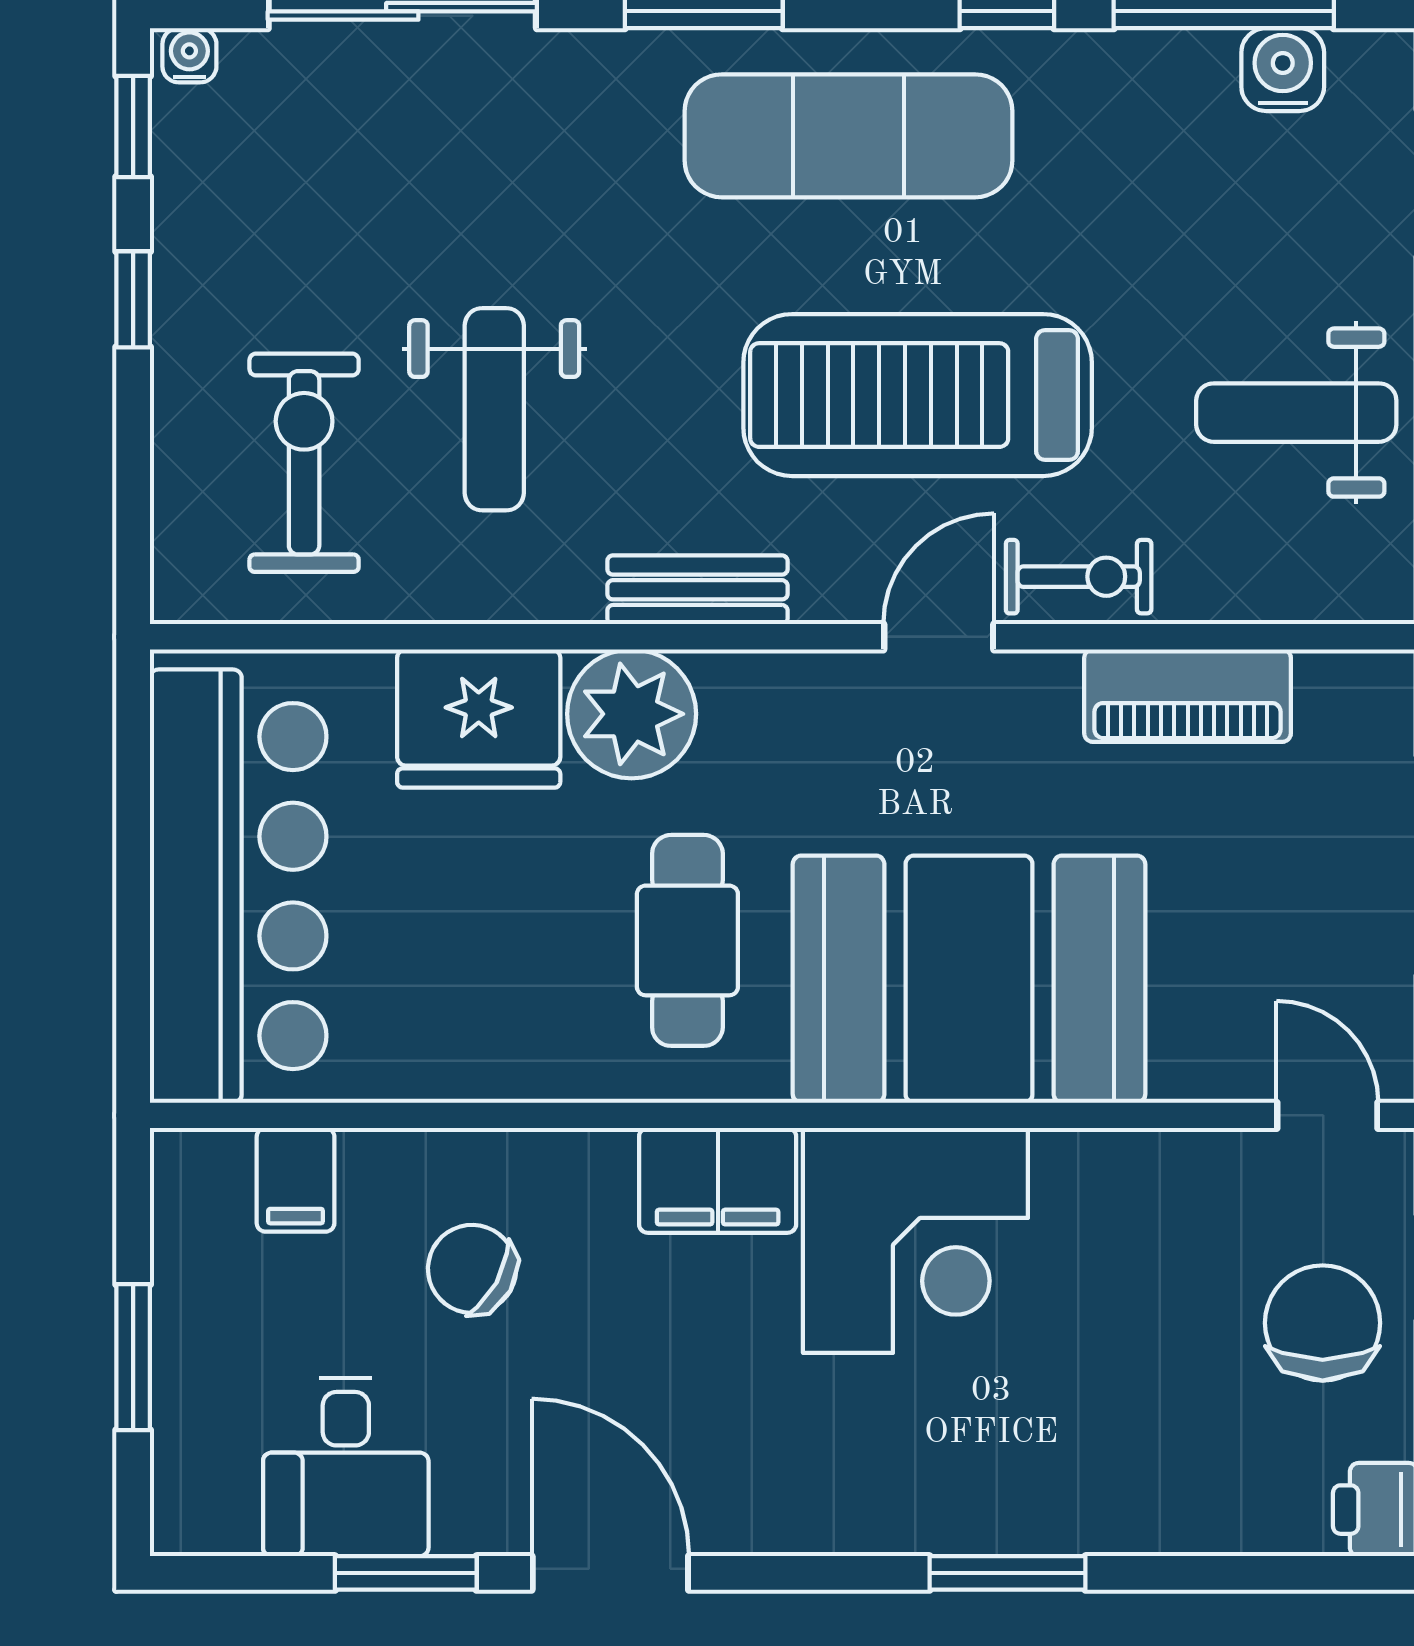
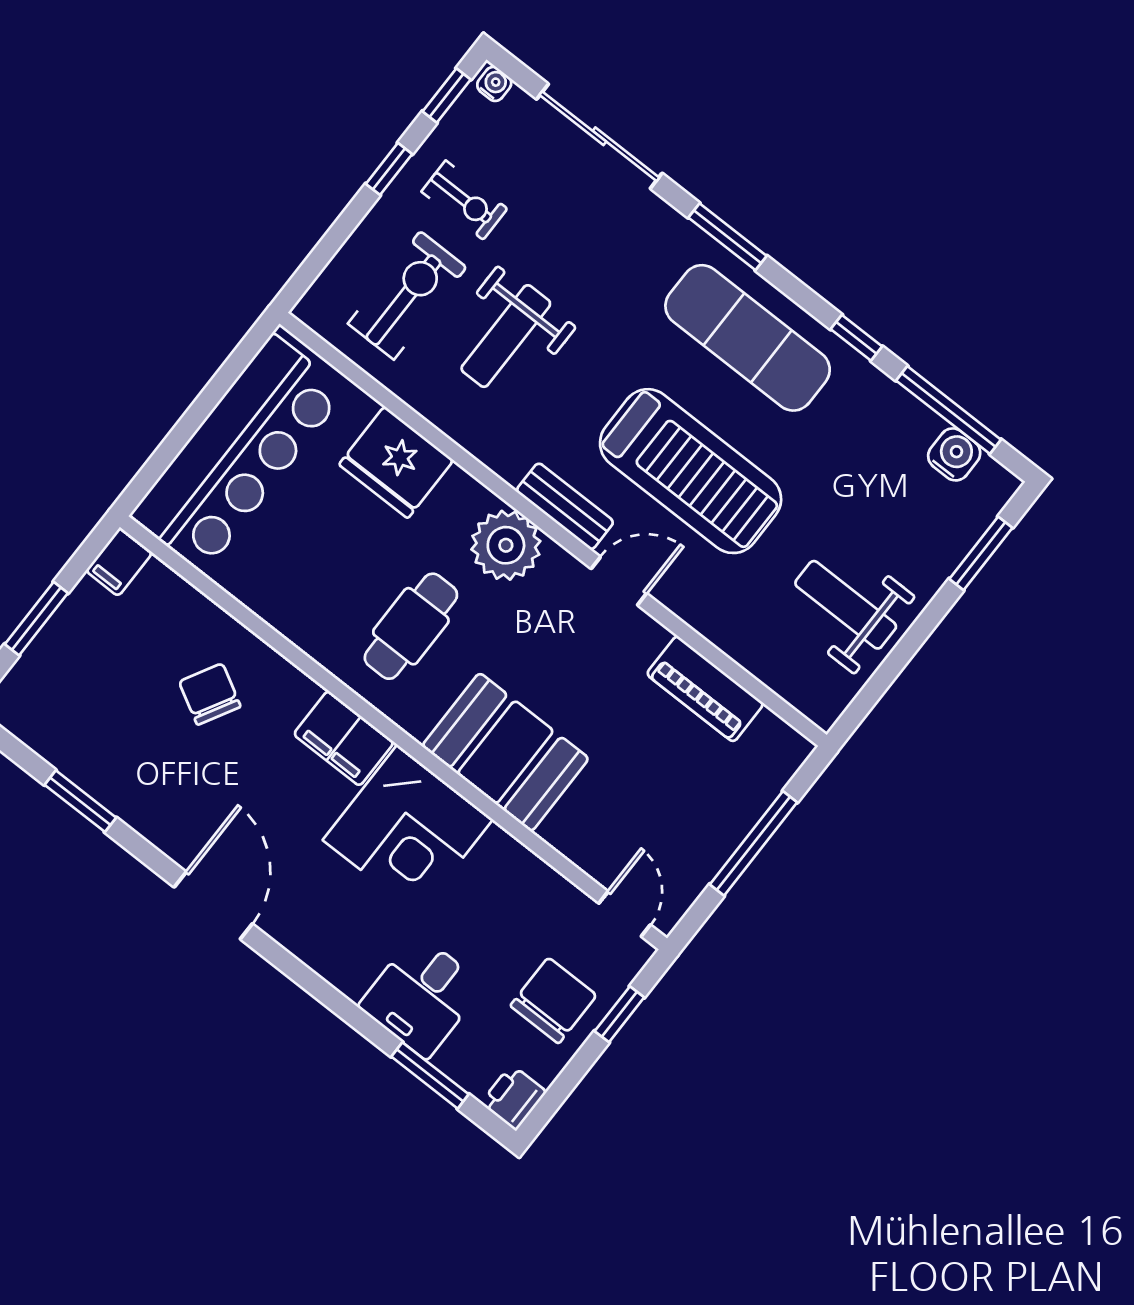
treadmill: (918, 395) -> (691, 471), turned 180
exercise bike: (1079, 577) -> (464, 200), moved
bench: (697, 590) -> (565, 506), moved
plant: (632, 714) -> (506, 545), moved
booth: (969, 979) -> (505, 752), width x0.73, depth x0.70
filing cabinet: (296, 1180) -> (119, 562), moved
desk: (346, 1467) -> (421, 996), moved
door: (610, 1573) -> (213, 905), moved
window: (1007, 1573) -> (430, 1075), moved

